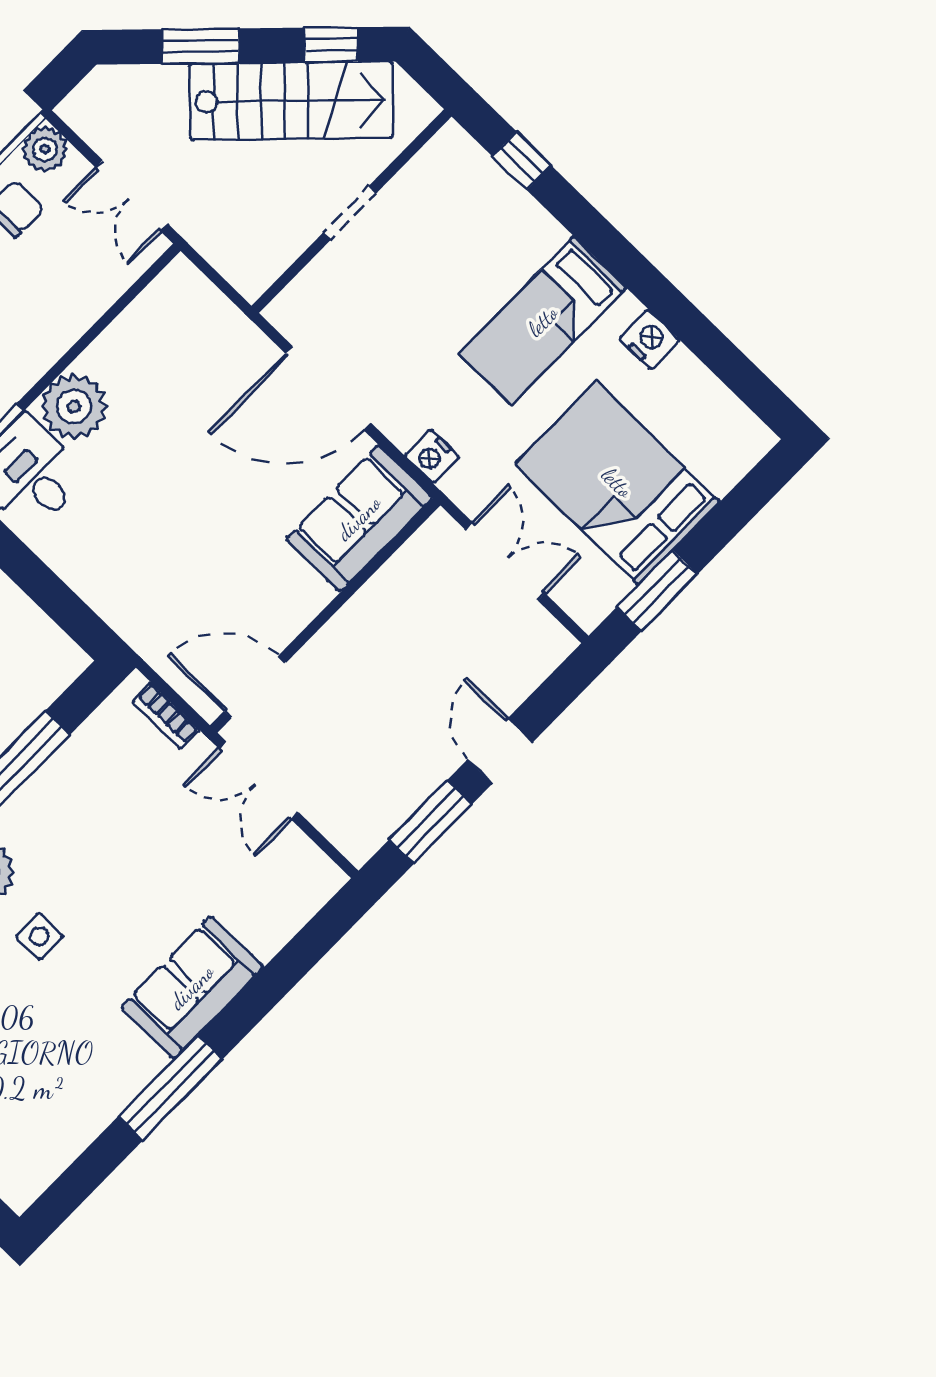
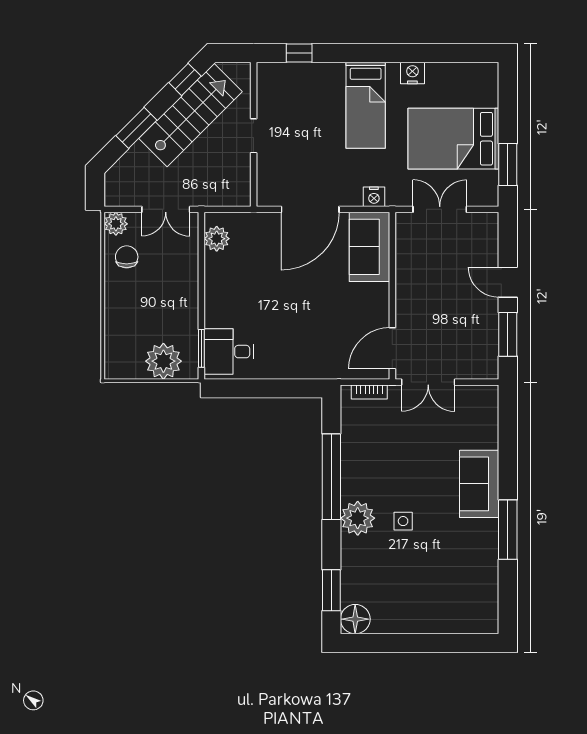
plant: (74, 406) -> (217, 239), moved, width x0.73, depth x0.73

